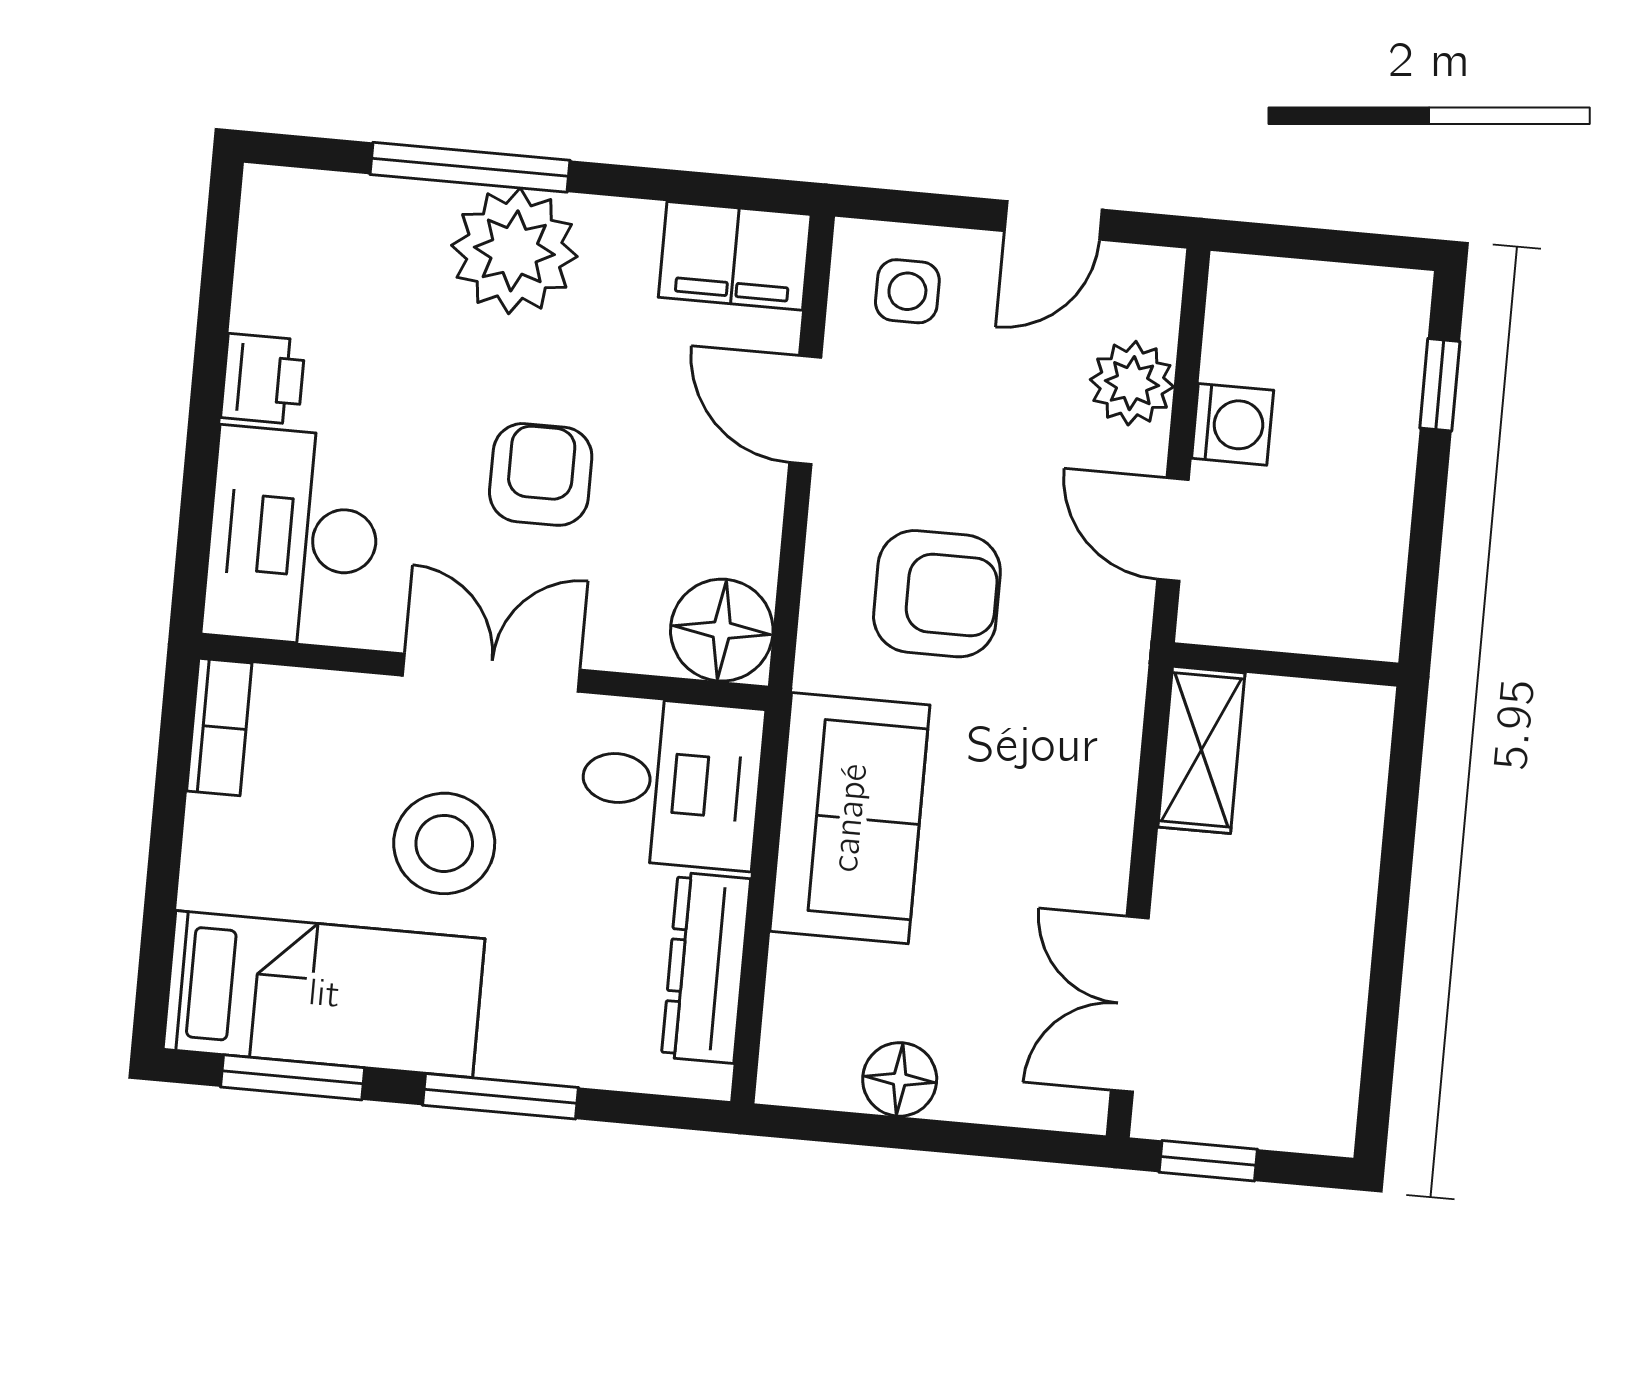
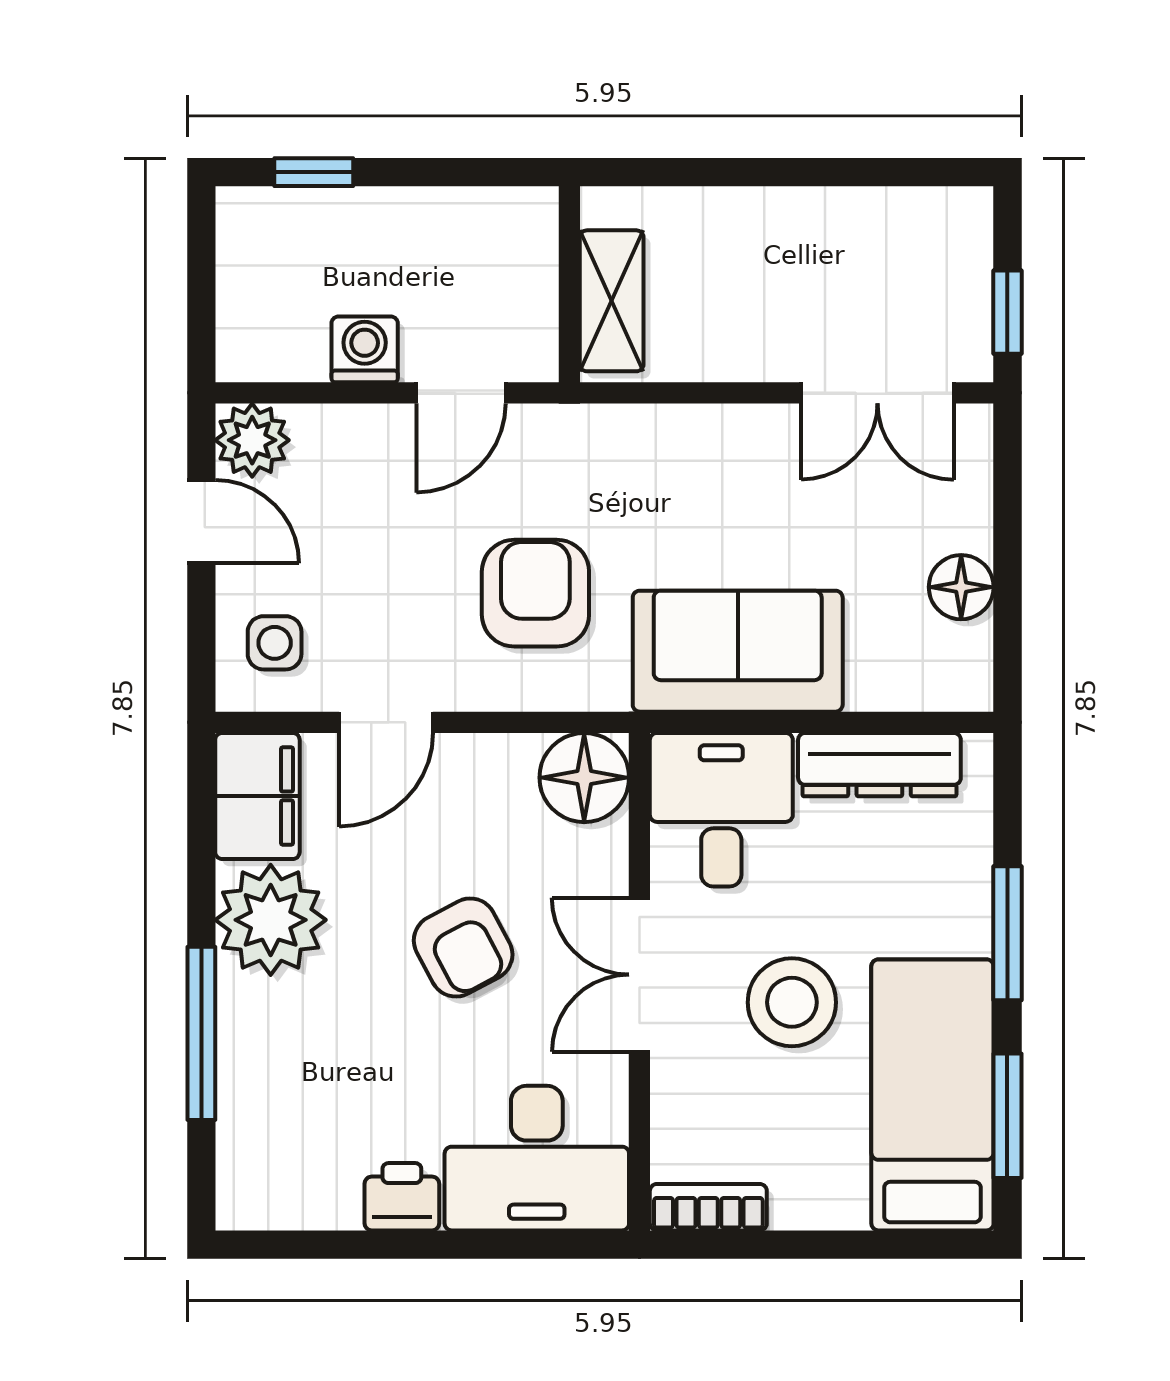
plant: (514, 251) -> (271, 920), moved
plant: (1132, 383) -> (252, 440), moved
armchair: (541, 474) -> (463, 948), turned -118
shelving: (1201, 750) -> (612, 301), moved, turned 90

